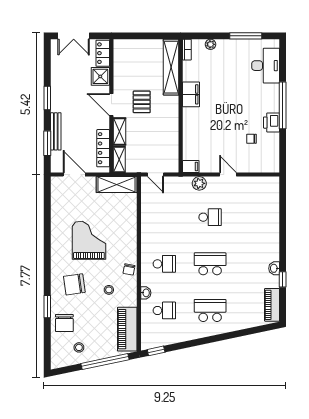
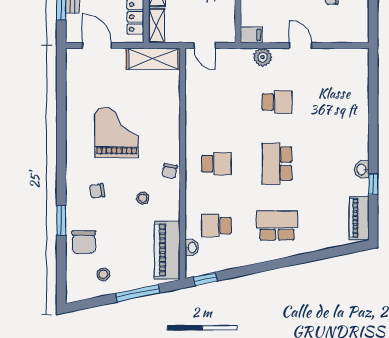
school desk: (210, 264) -> (277, 164), turned -90
chair: (74, 284) -> (97, 191), width x0.54, depth x0.54
washbasin: (146, 293) -> (192, 248), moved
school desk: (164, 310) -> (216, 225), turned 180
window: (105, 362) -> (138, 293), width x0.68

